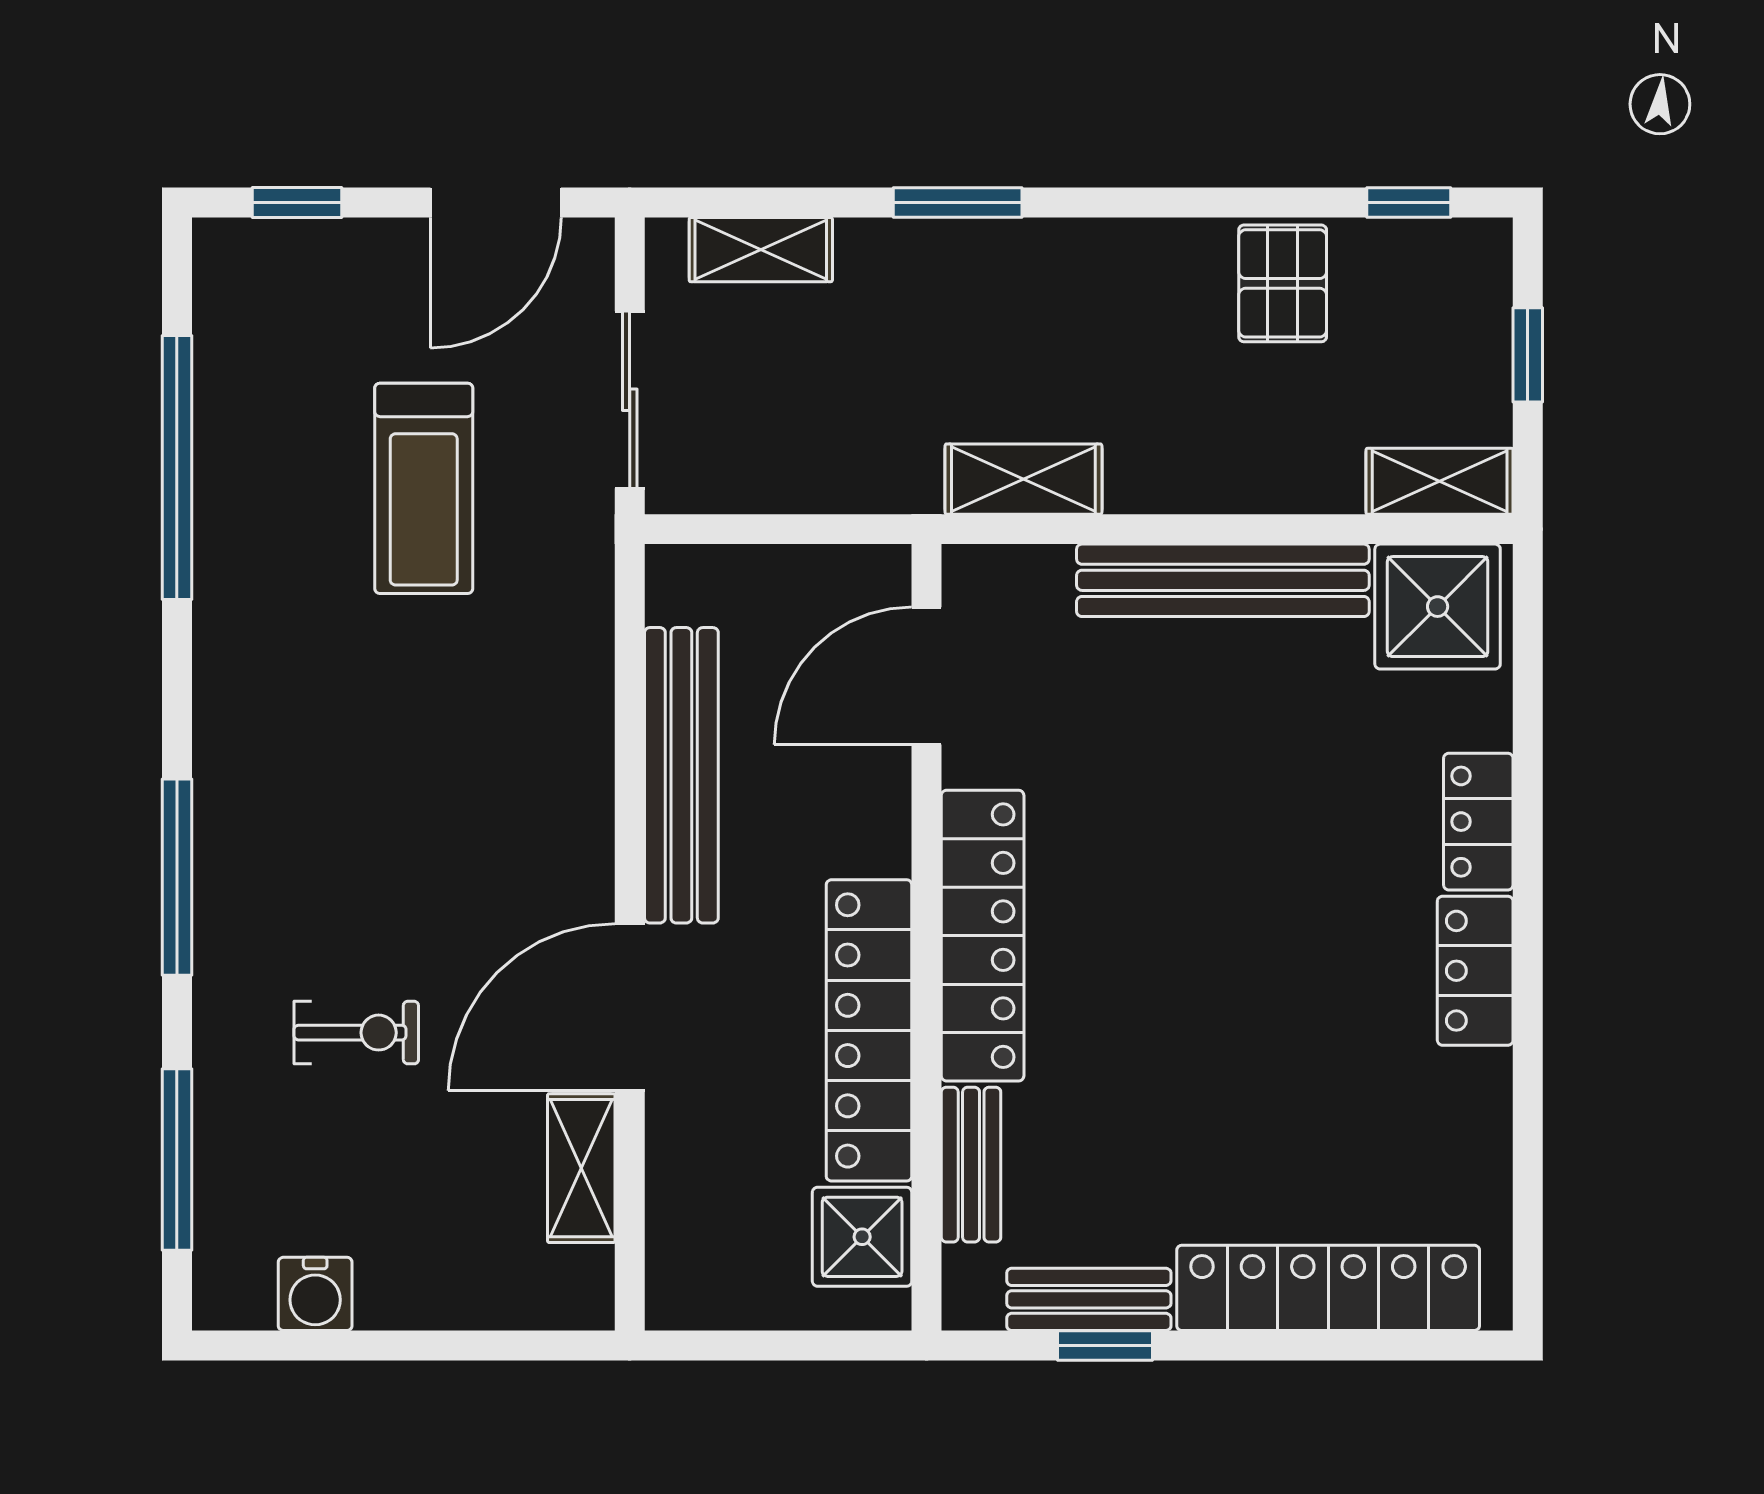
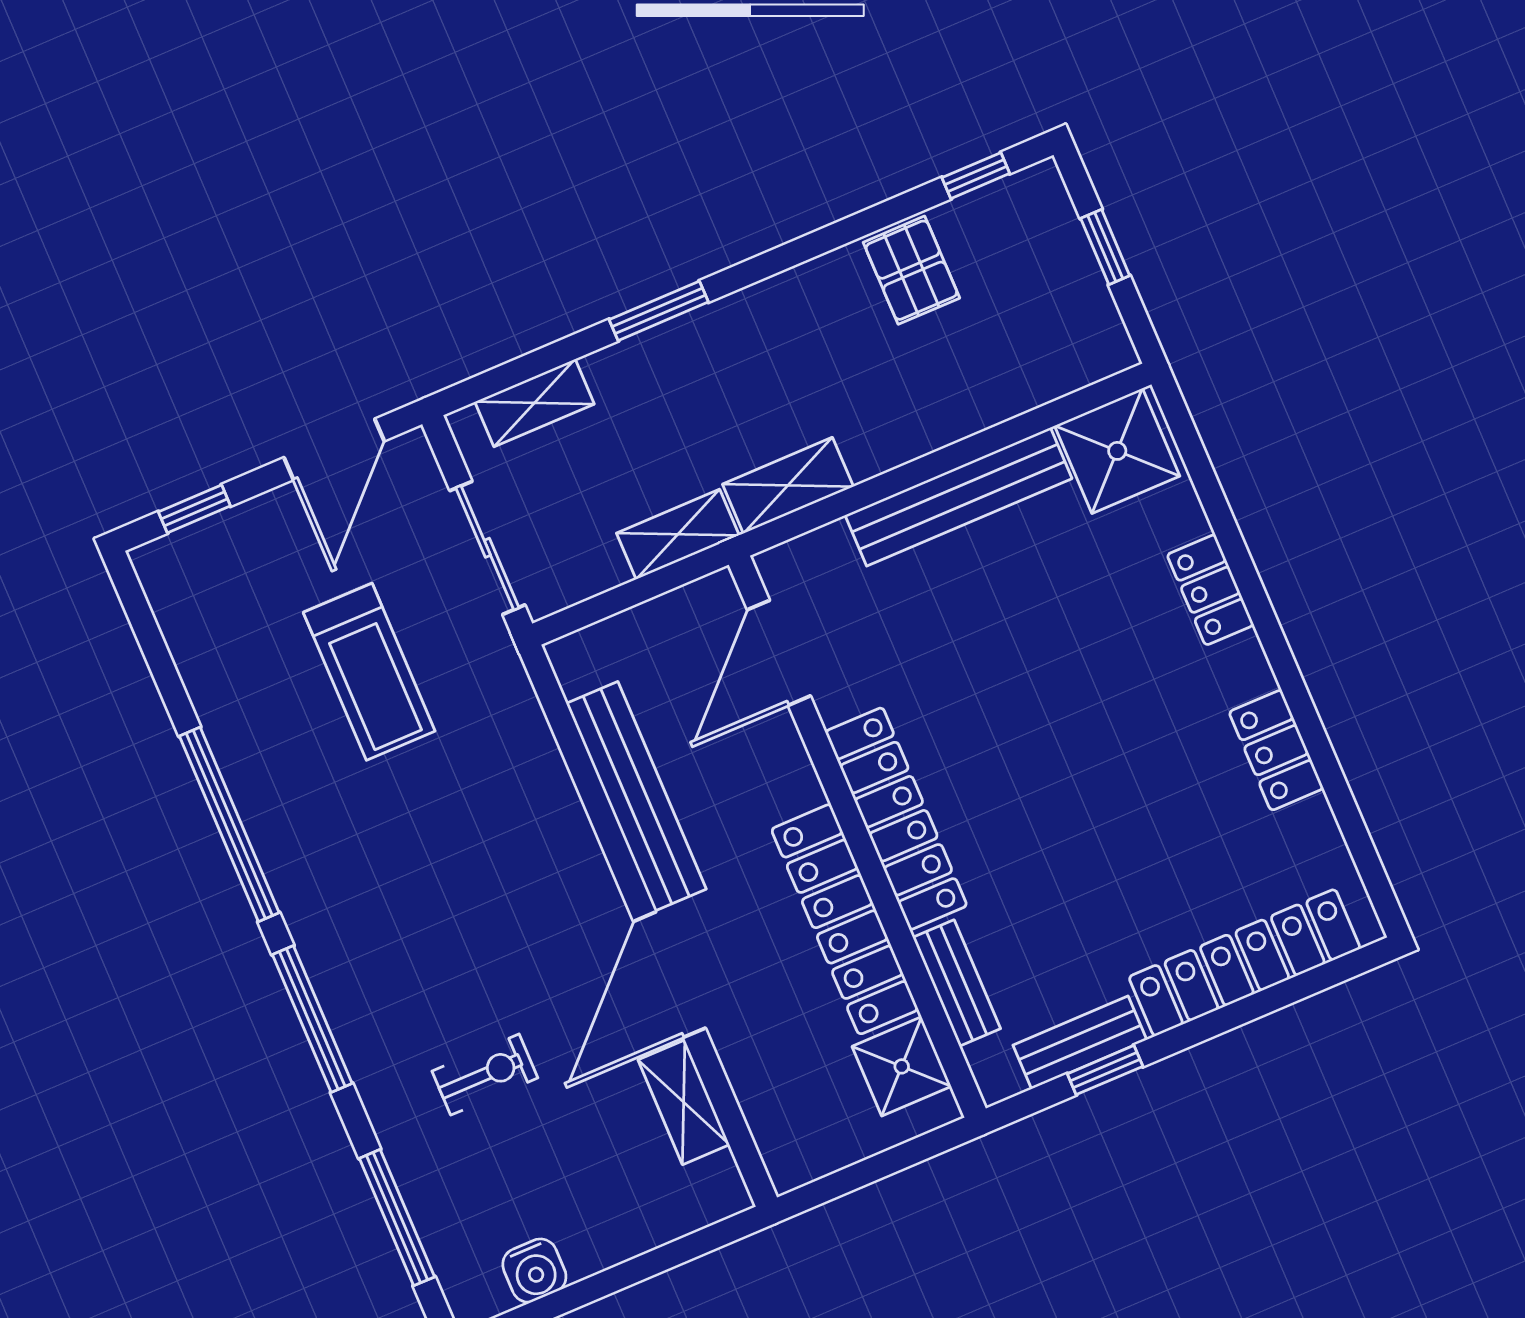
window: (177, 468) -> (229, 824), moved
shelving: (1440, 481) -> (678, 534), moved
locker: (1475, 971) -> (1276, 750), moved

